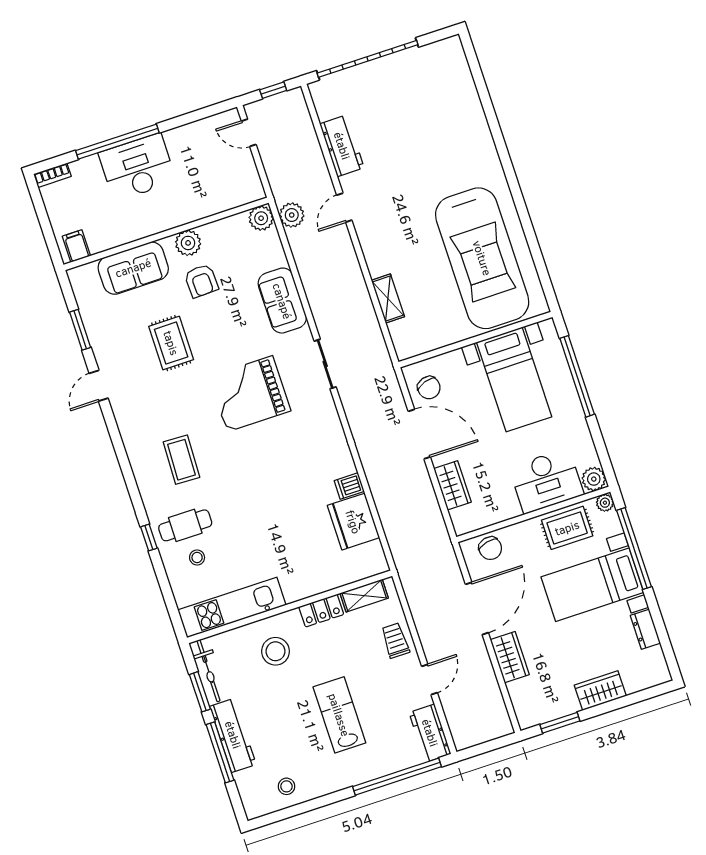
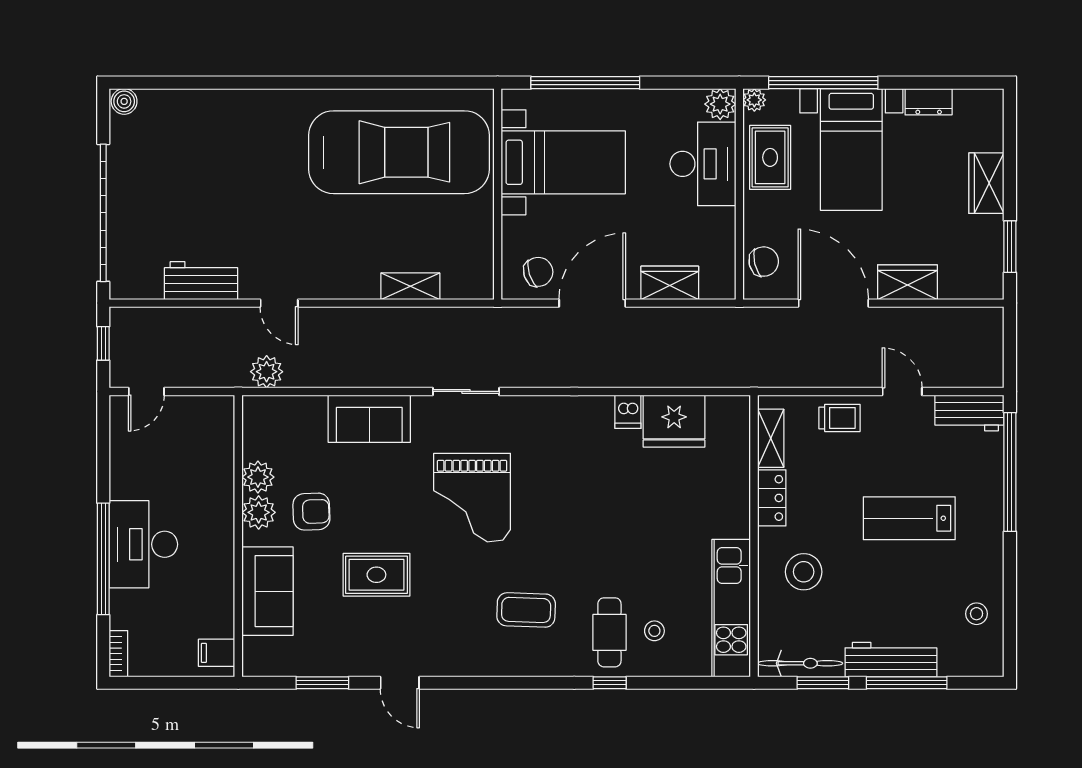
boiler: (453, 47) -> (124, 101), added
plant: (261, 218) -> (258, 477), moved
trolley: (395, 640) -> (839, 418), turned 180

